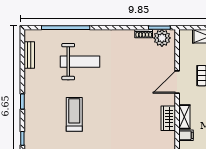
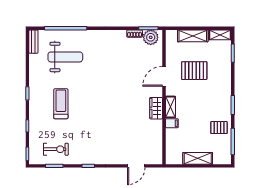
bench: (29, 55) -> (33, 42), moved
weight bench: (80, 62) -> (65, 57), moved
treadmill: (74, 114) -> (61, 104), moved

